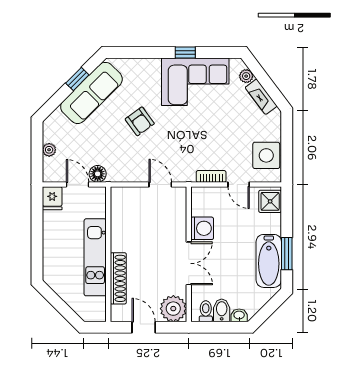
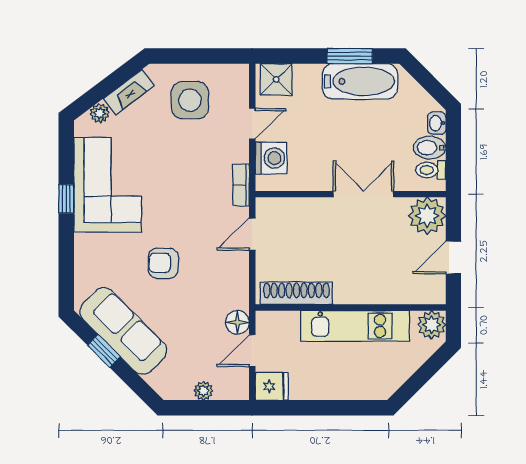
armchair: (140, 121) -> (163, 263), turned -142
side table: (266, 155) -> (190, 100), moved
bookcase: (211, 176) -> (241, 185), moved
washing machine: (202, 228) -> (271, 158), moved, turned 90
shoe rack: (118, 278) -> (296, 293), moved
plant: (96, 312) -> (432, 325), added

